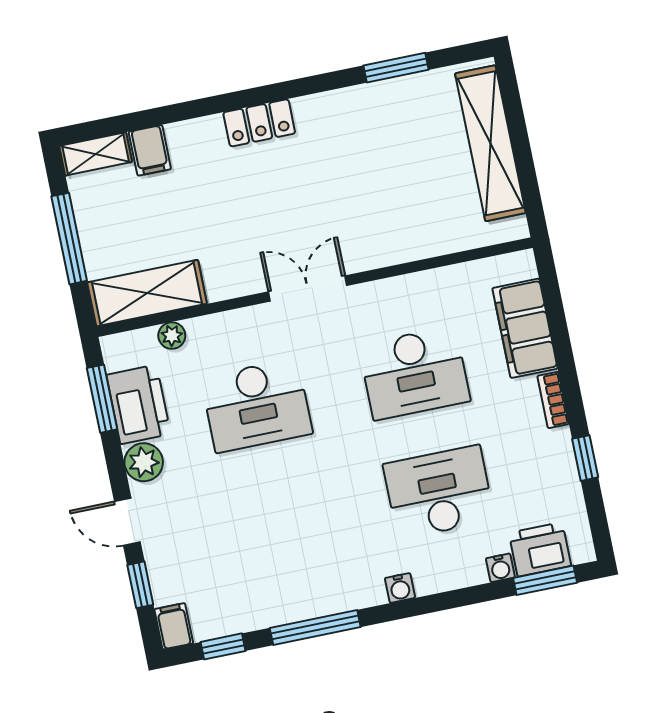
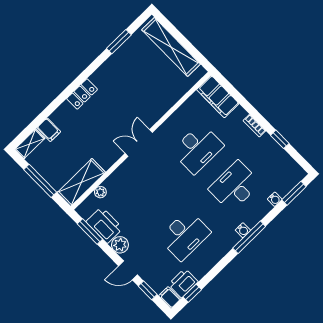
filing cabinet: (525, 328) -> (218, 97), moved
desk: (257, 405) -> (185, 235), moved
printer: (540, 549) -> (183, 283), moved
window: (315, 628) -> (249, 237), moved

